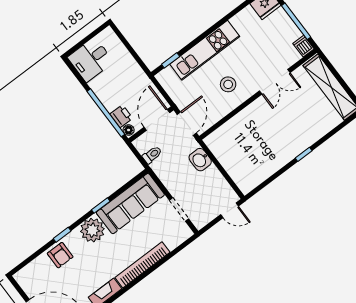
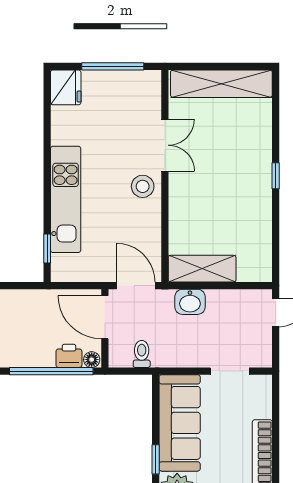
dishwasher: (303, 46) -> (148, 80), removed
stool: (228, 84) -> (143, 186), moved
shelving: (223, 153) -> (202, 269), added

